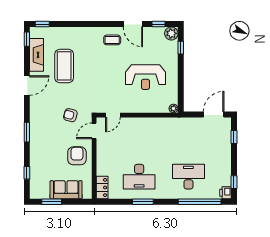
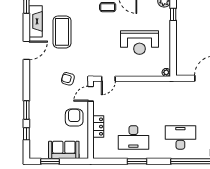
window: (27, 132) -> (26, 110), moved
locker: (102, 187) -> (98, 127), moved

